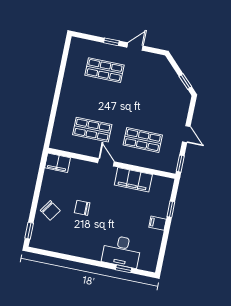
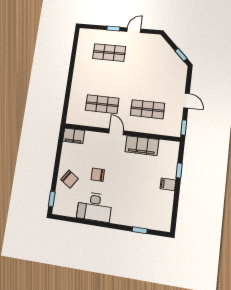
desk: (122, 251) -> (94, 207), moved

